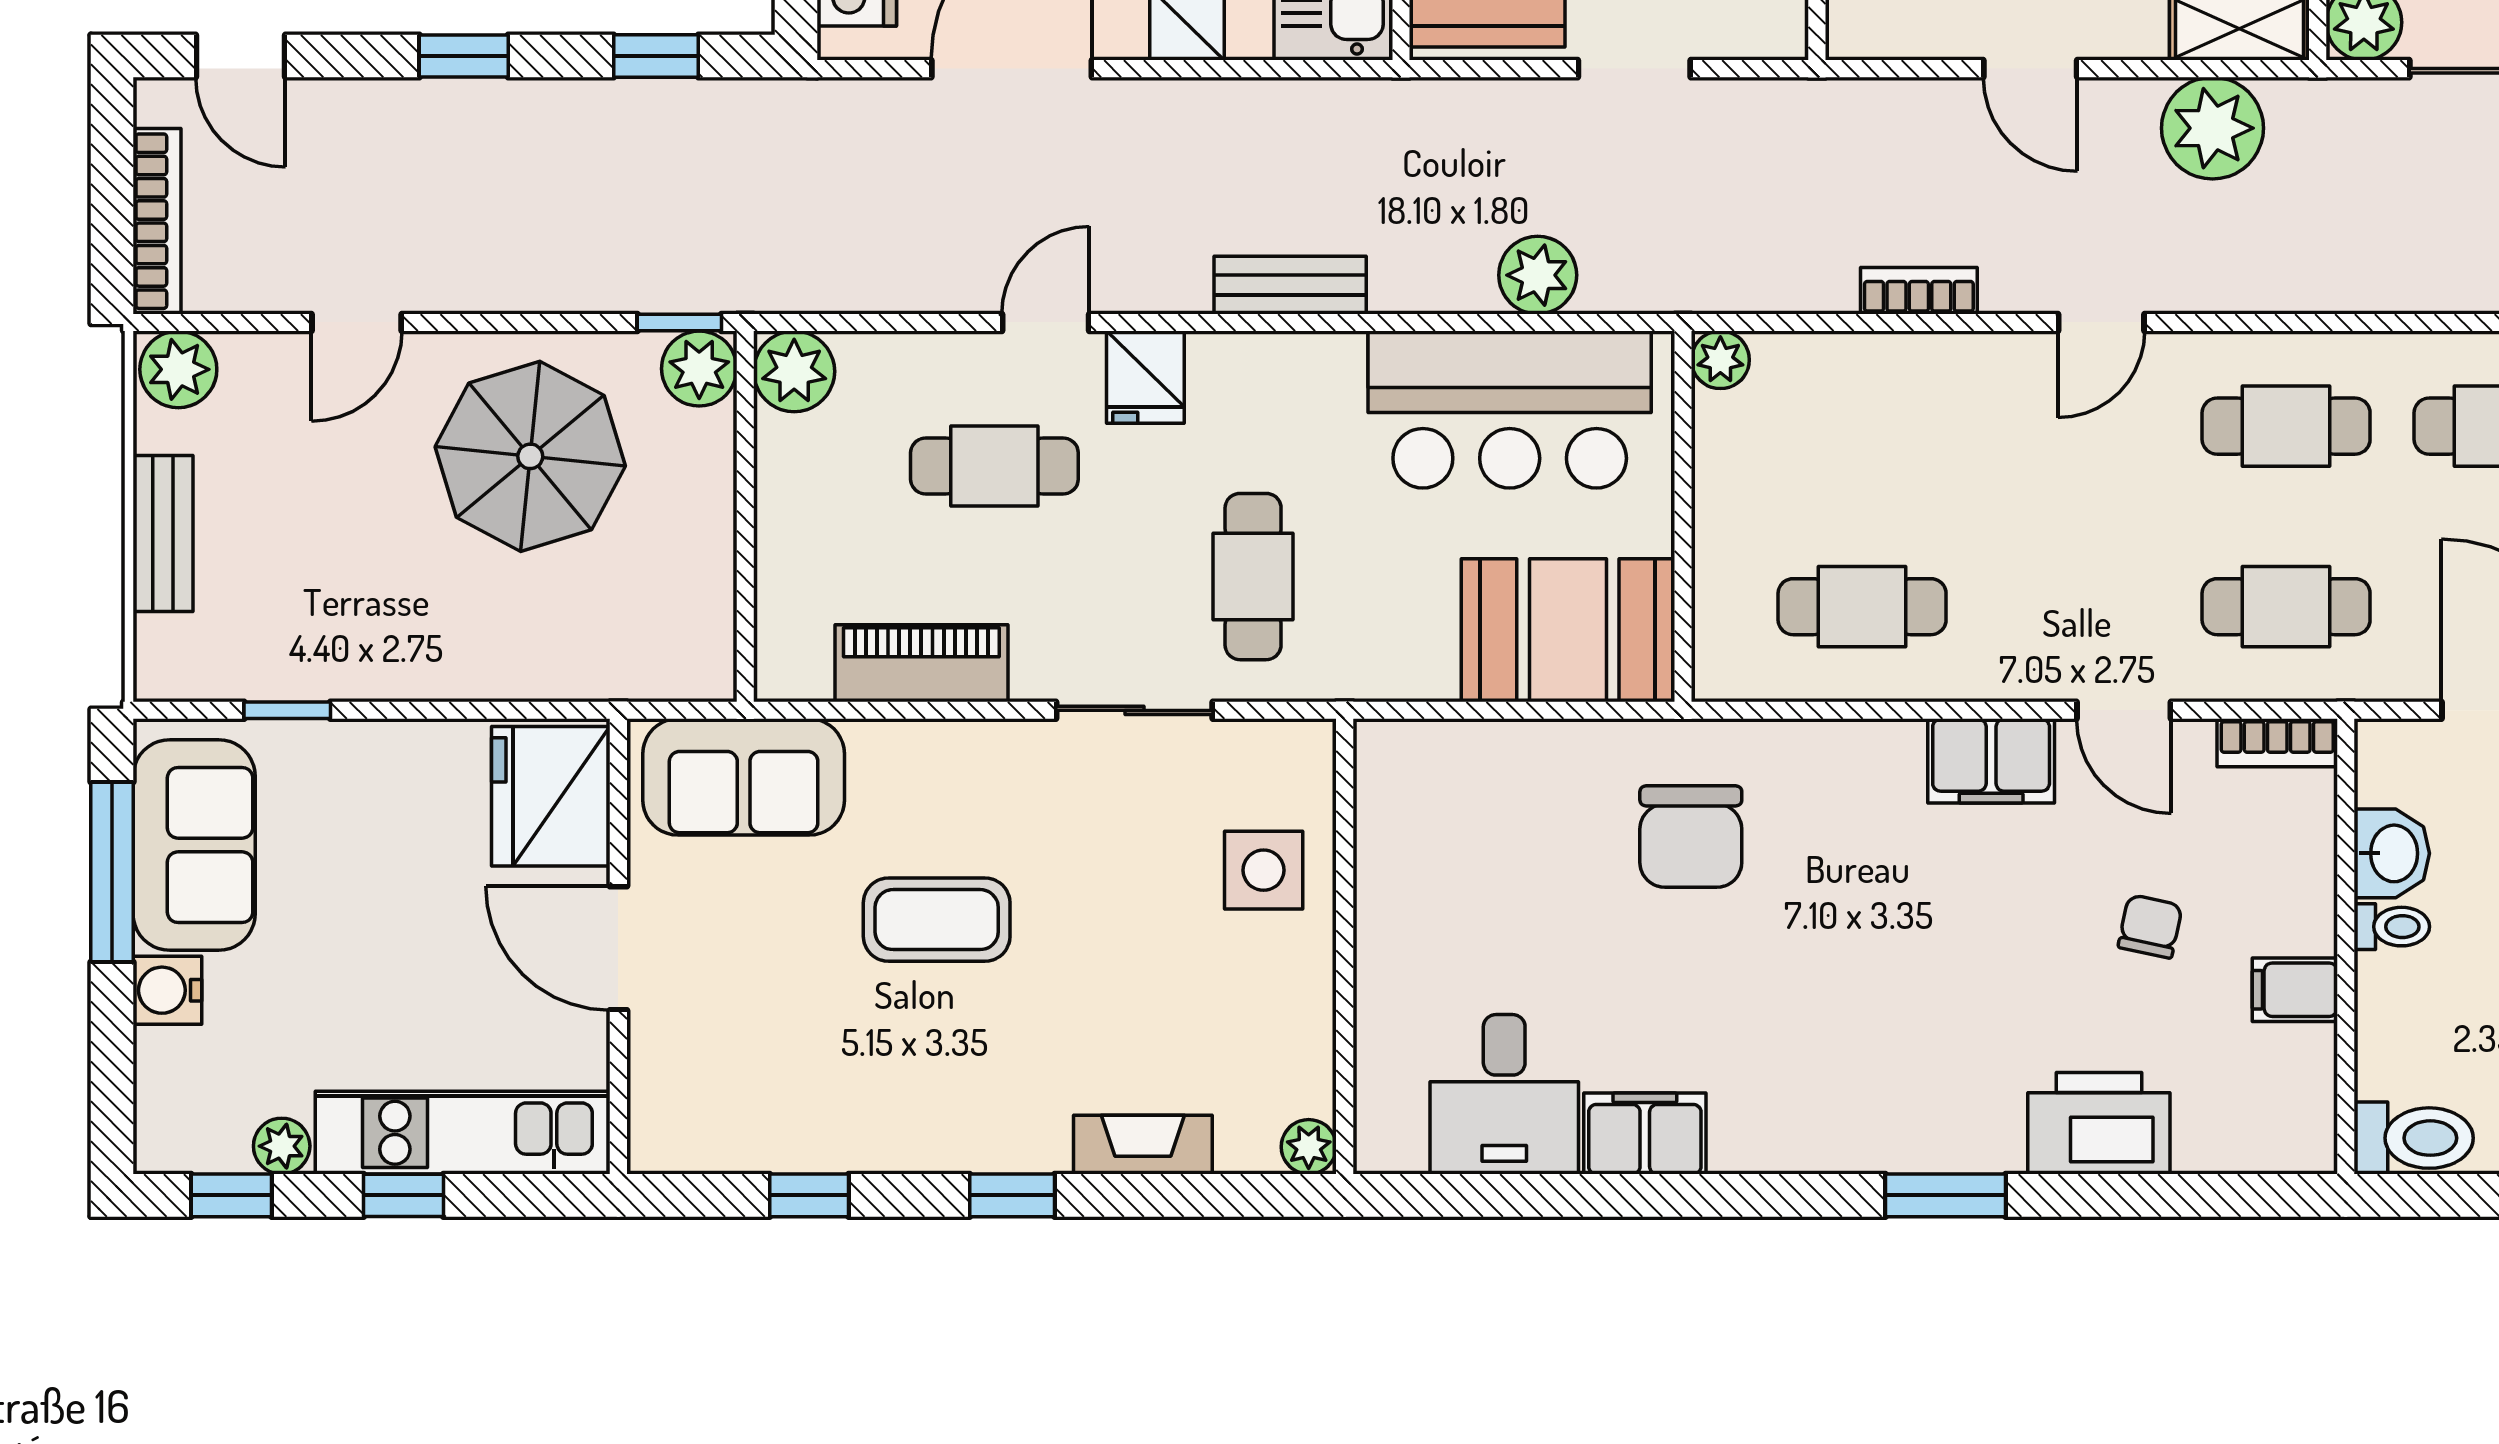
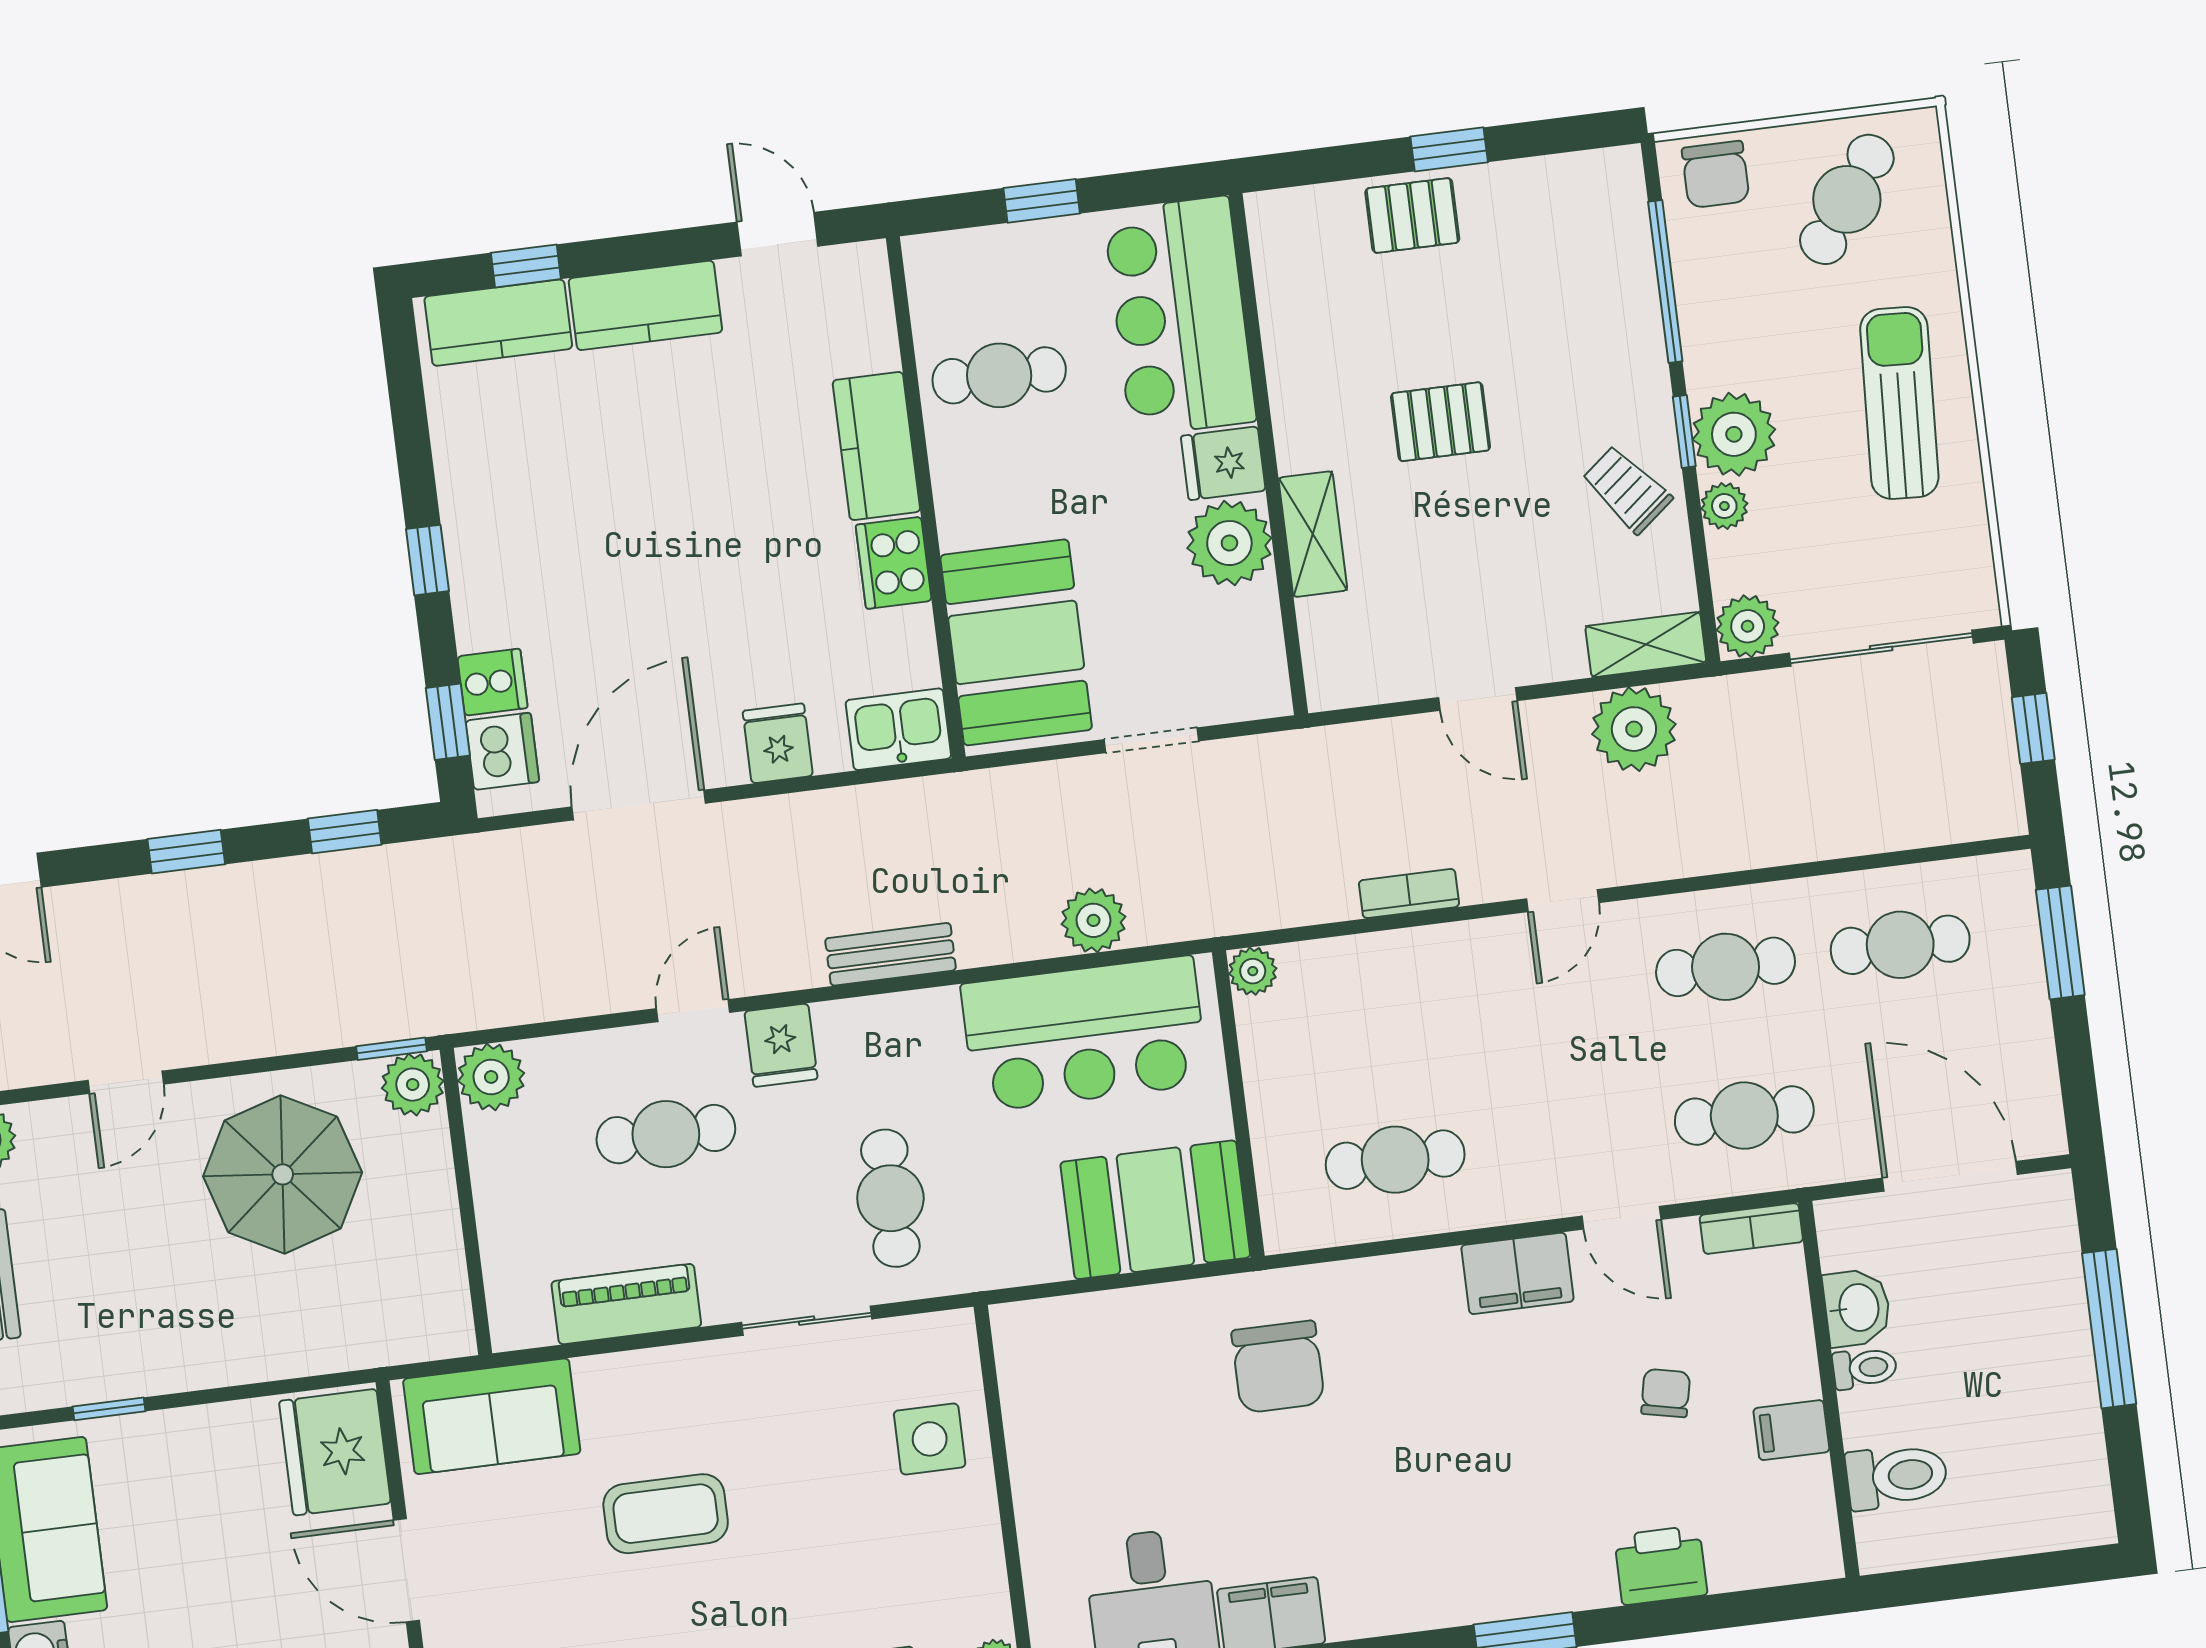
printer: (2099, 1123) -> (1661, 1565), width x0.73, depth x0.84
toilet: (2414, 1138) -> (1897, 1476), moved

